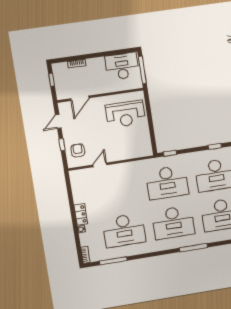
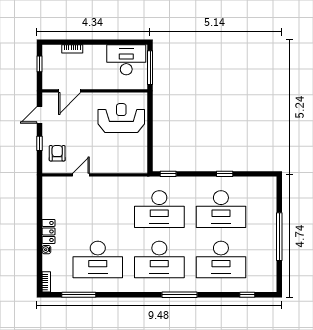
reception desk: (125, 114) -> (121, 118), turned 180

